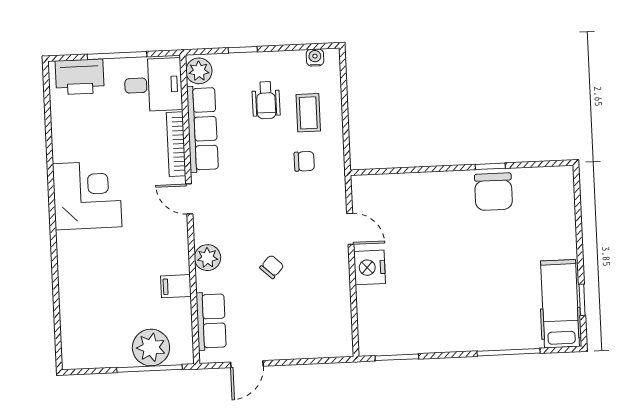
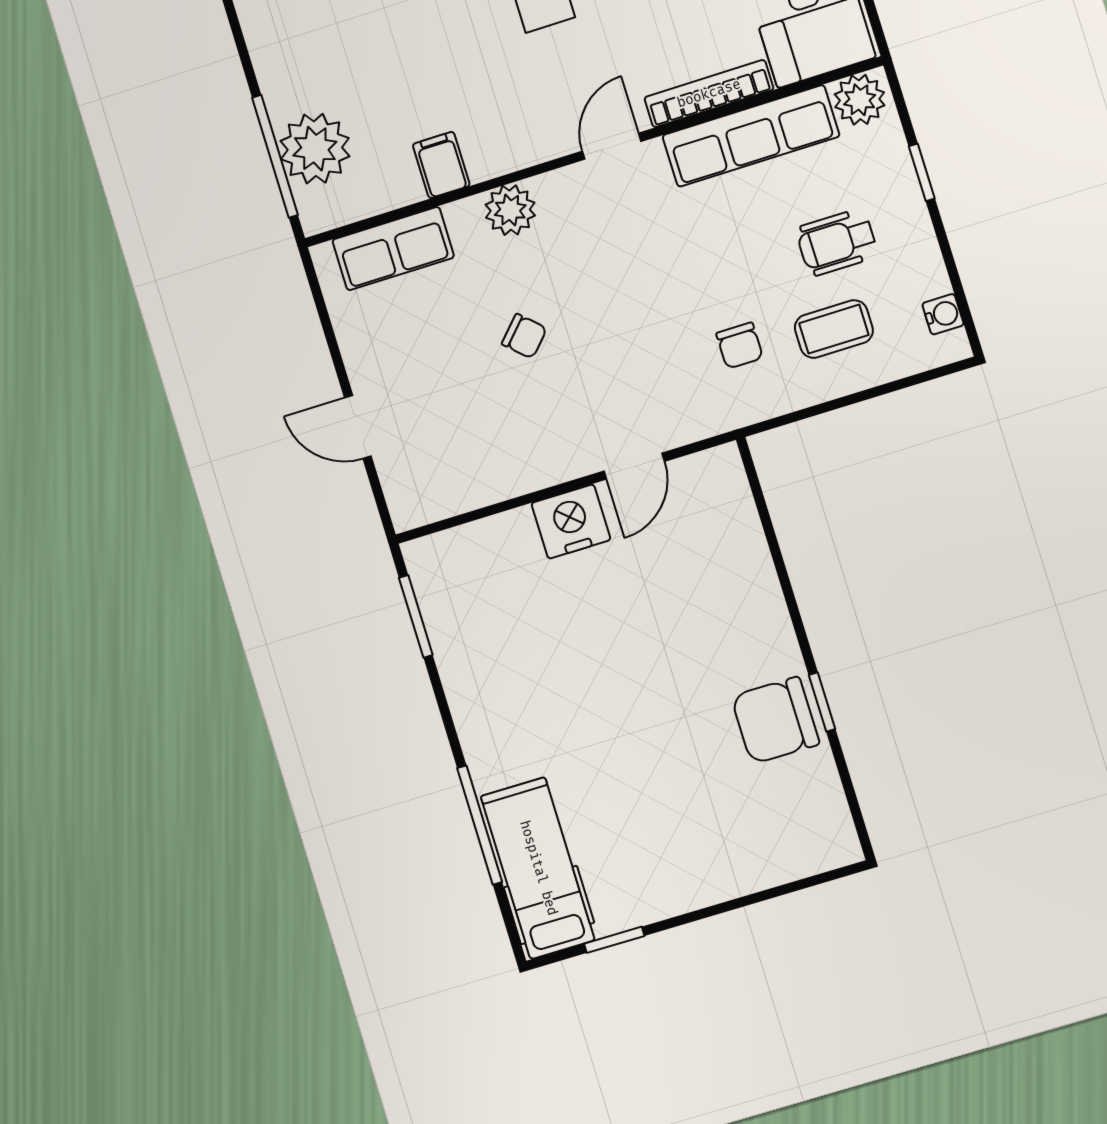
hospital bed: (560, 304) -> (538, 868), moved, turned -90
door: (247, 364) -> (358, 427), moved

